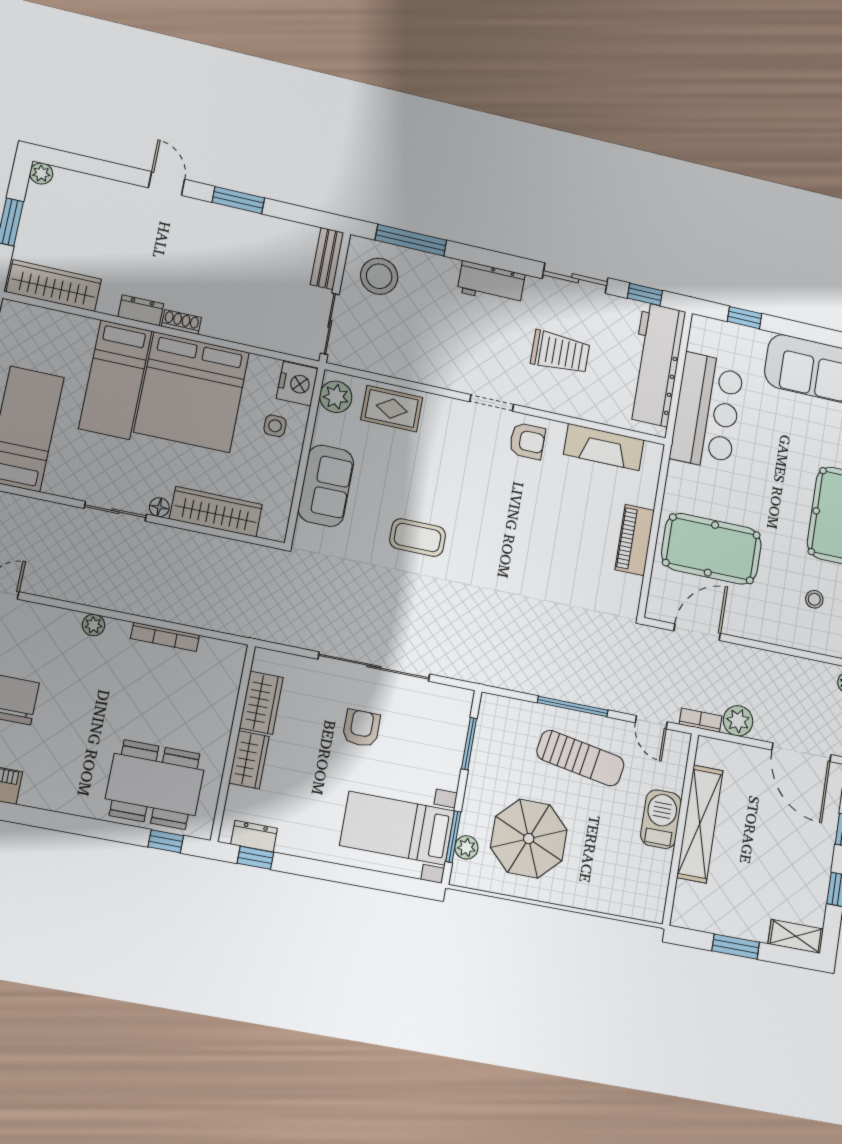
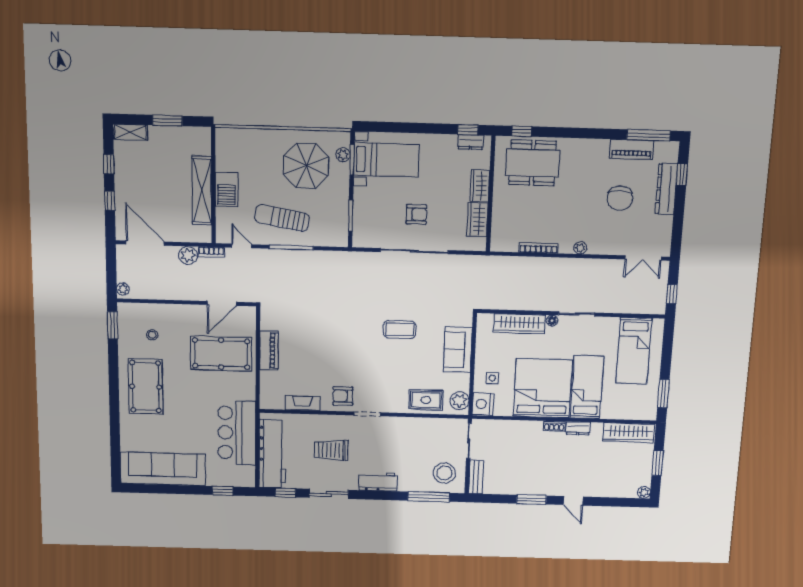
fireplace: (604, 447) -> (303, 403), width x0.73, depth x0.76
armchair: (361, 728) -> (416, 214), turned -90

